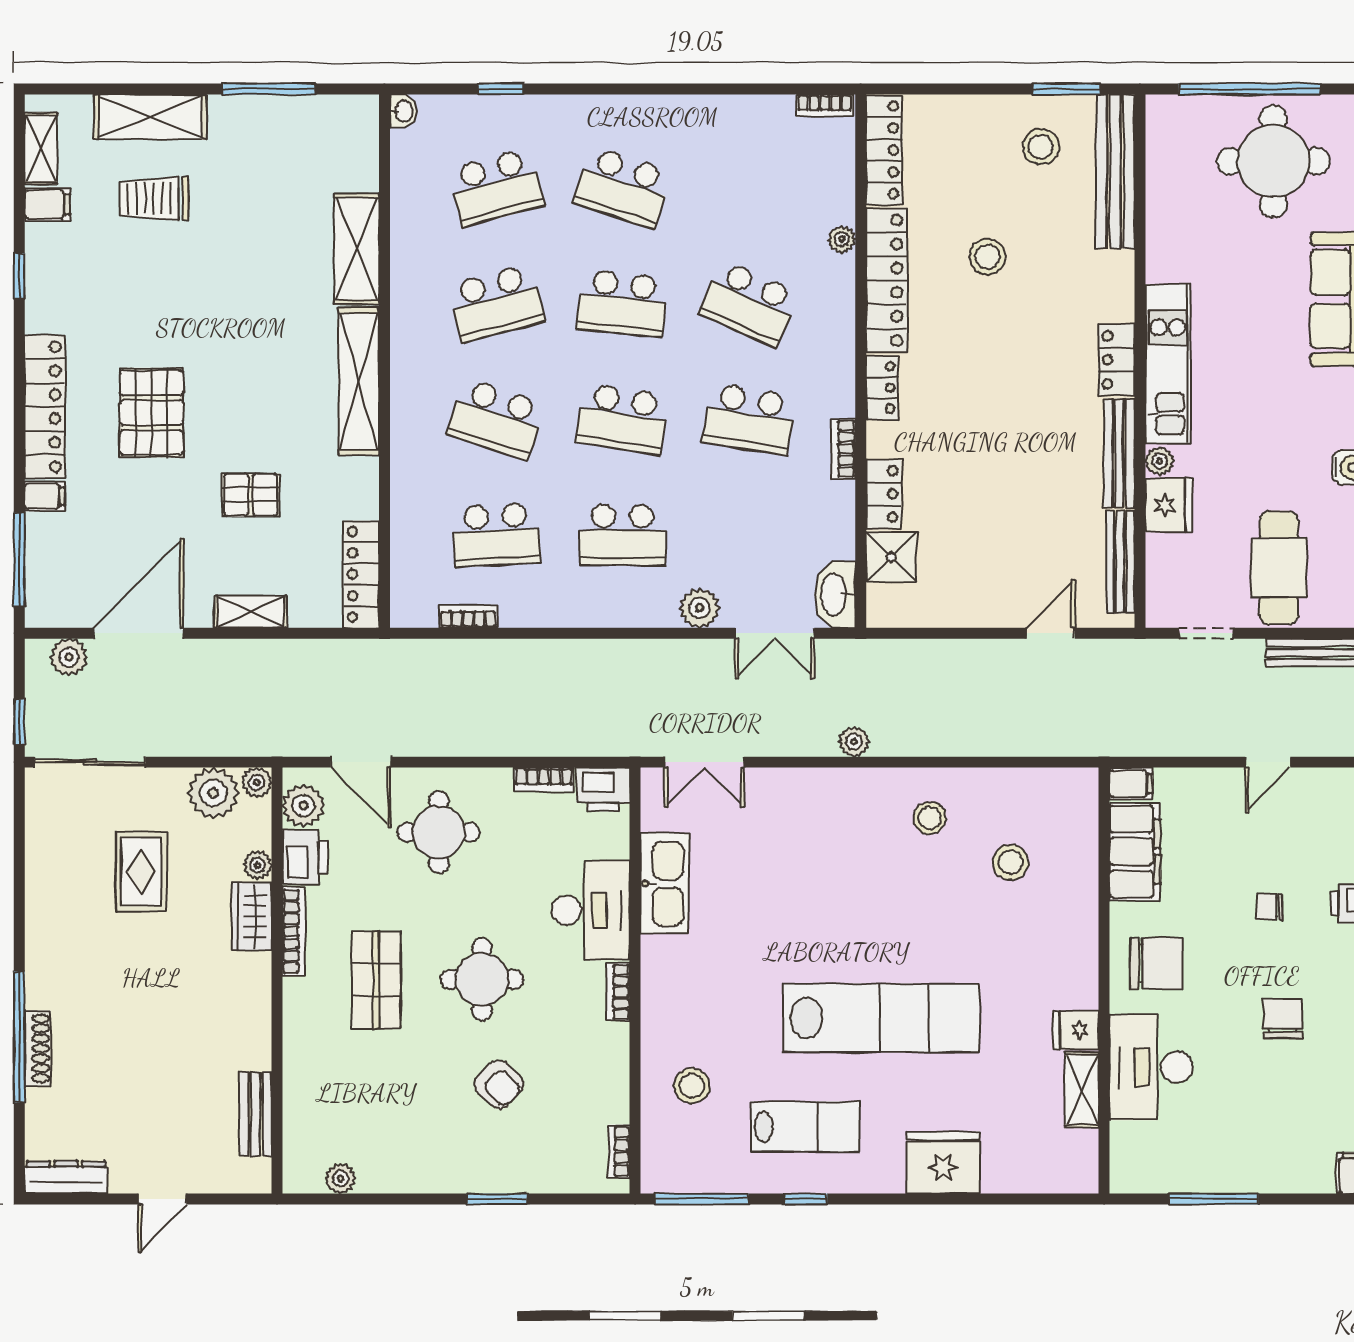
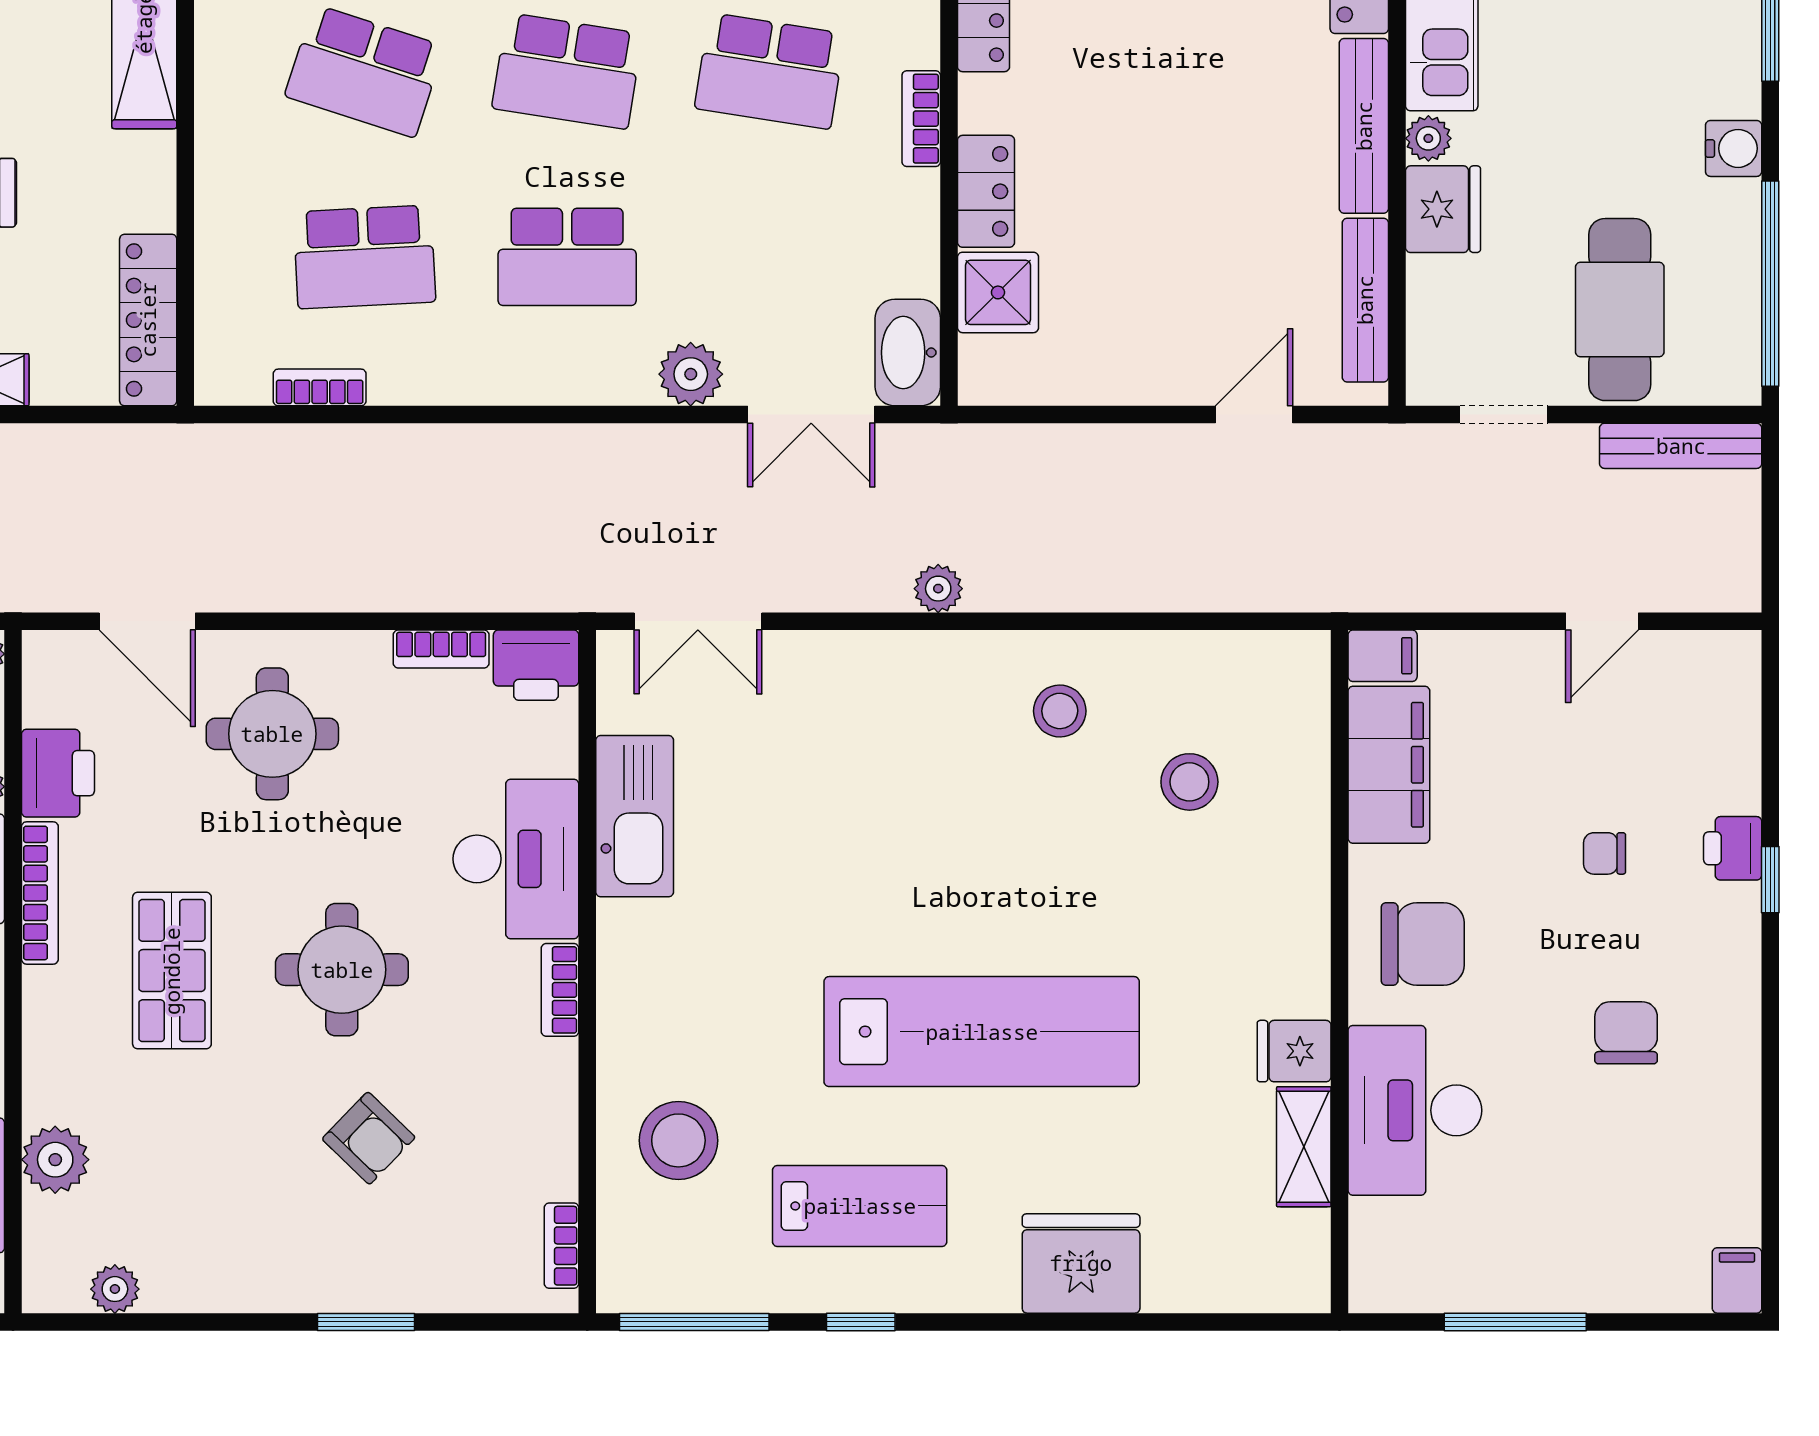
plant: (303, 806) -> (55, 1160), moved
stool: (692, 1086) -> (678, 1140), width x1.38, depth x1.38

